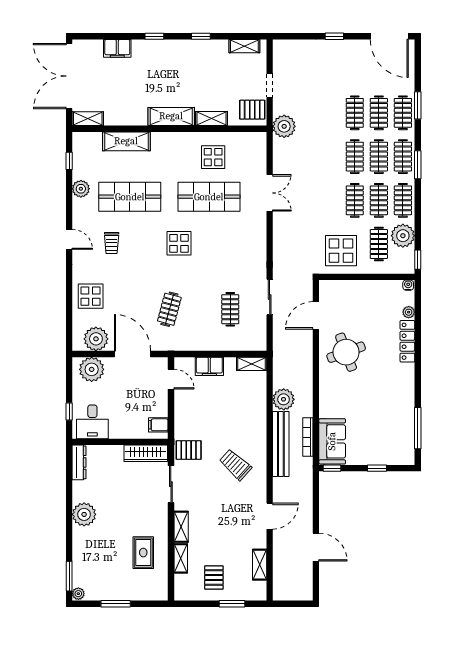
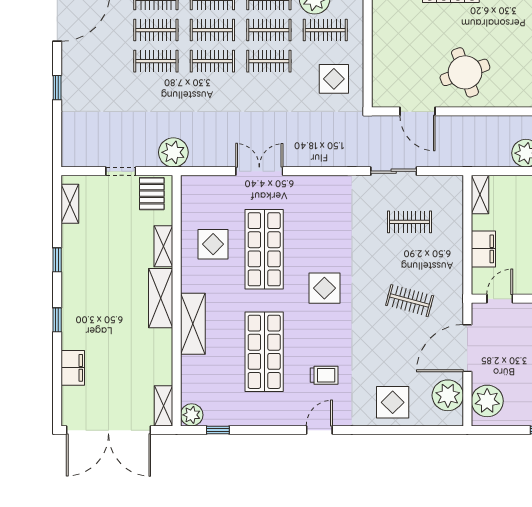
shelving: (126, 141) -> (193, 324), moved
plant: (81, 189) -> (192, 415), moved
display table: (341, 251) -> (334, 79), width x0.73, depth x0.73

